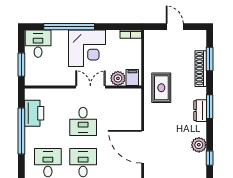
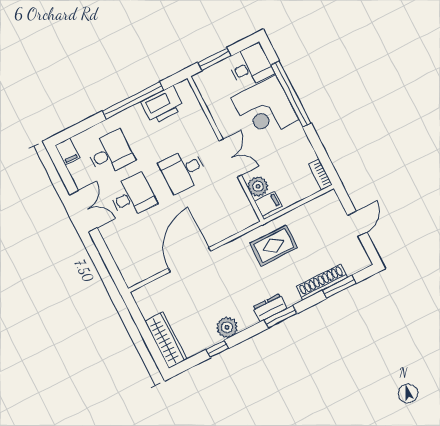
corner desk: (87, 48) -> (265, 109), moved

